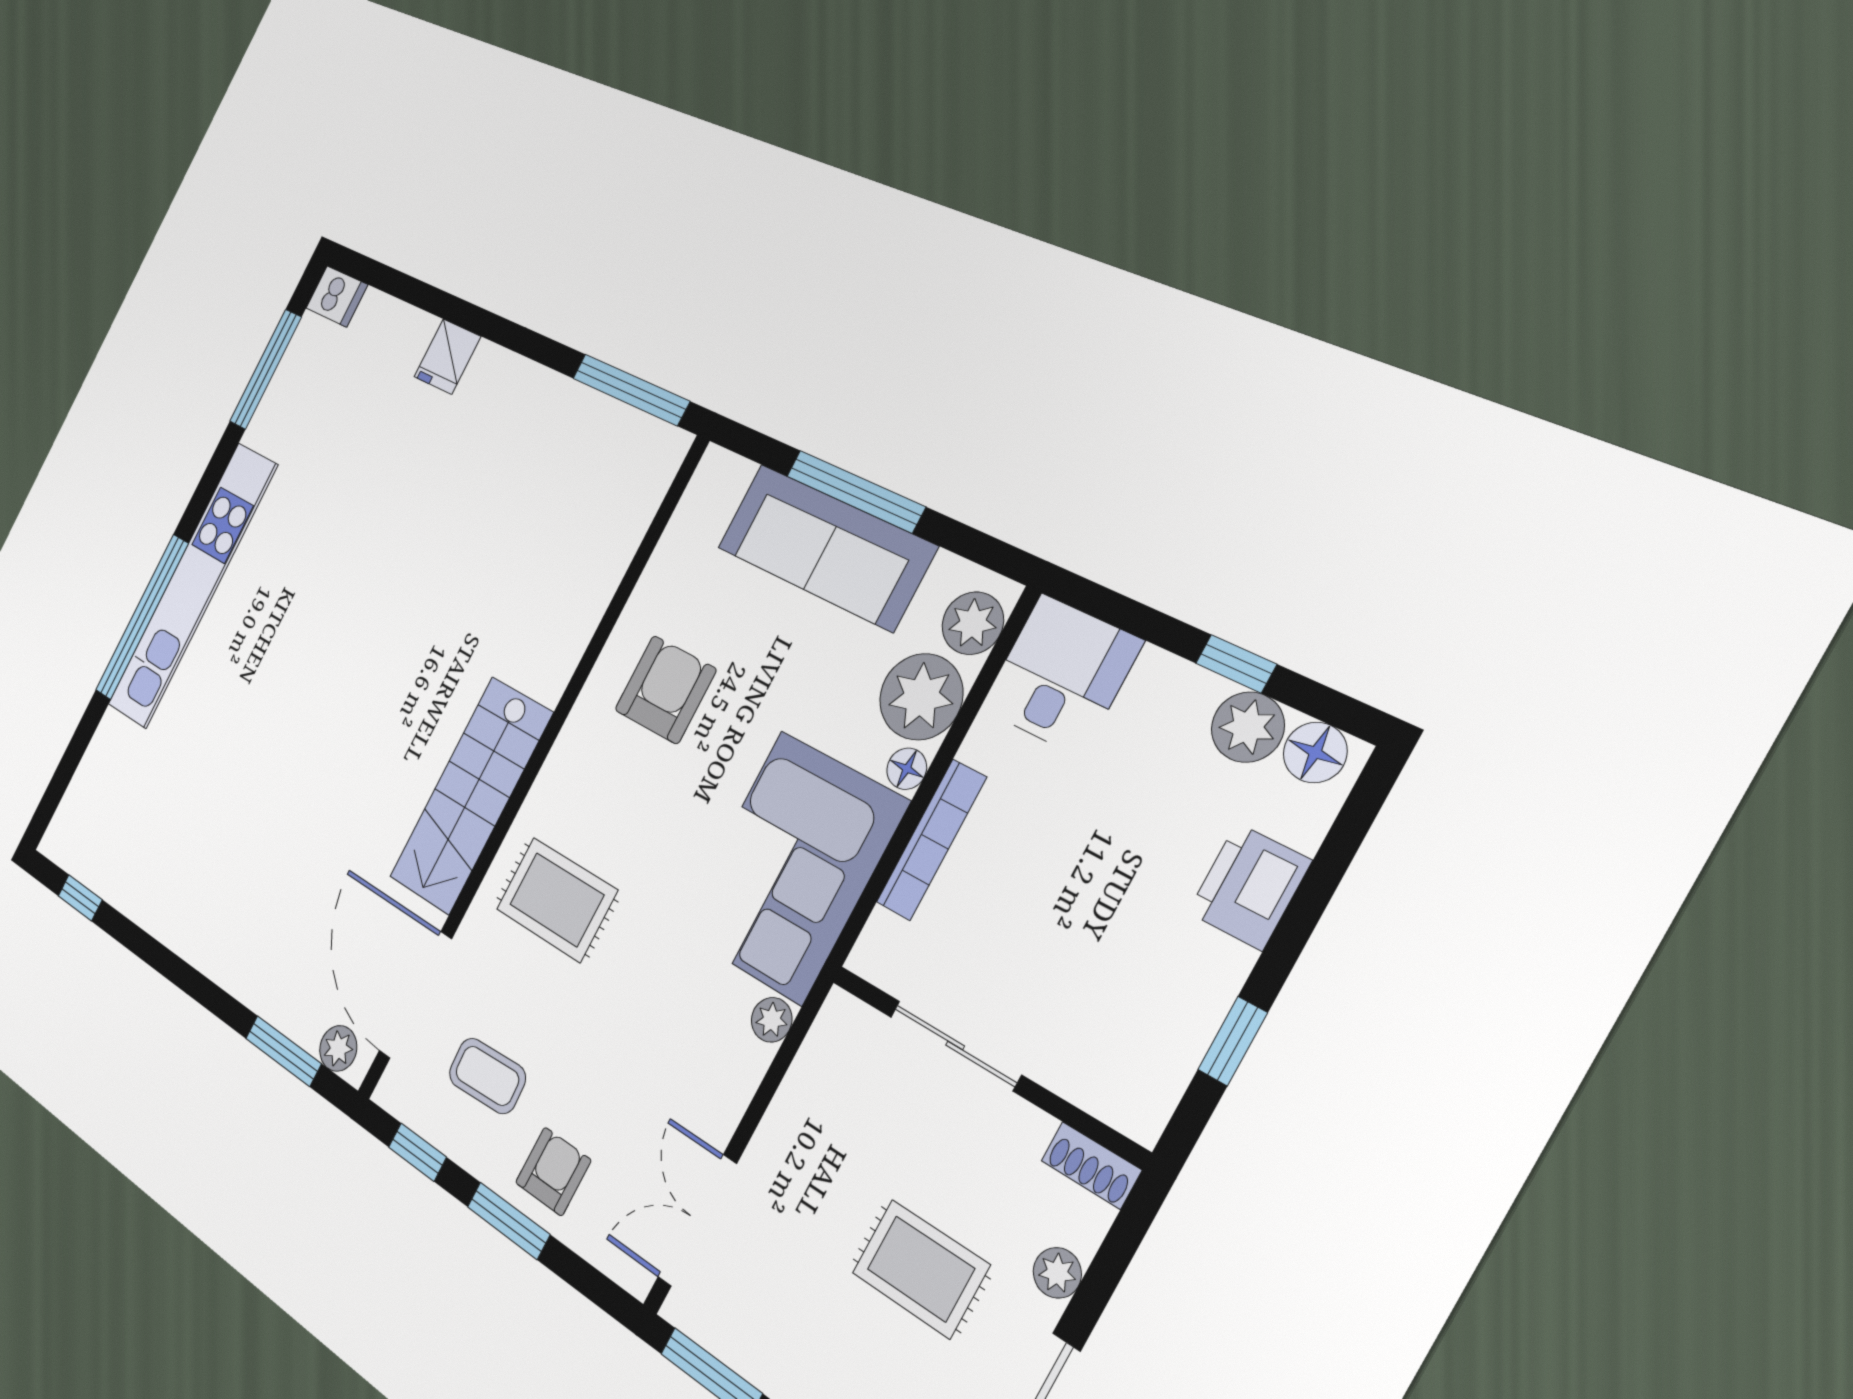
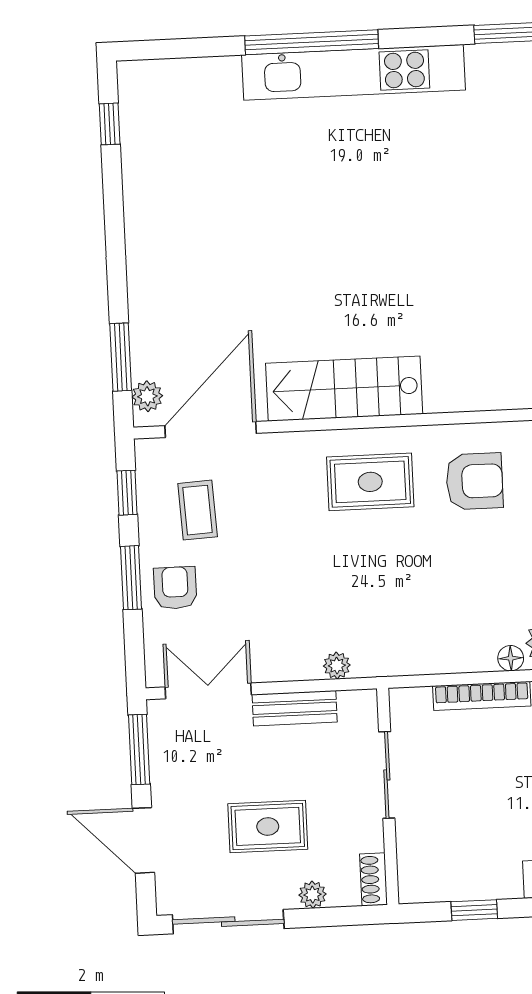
corner sofa: (792, 867) -> (422, 625), removed
rug: (557, 900) -> (370, 482), moved, turned 90
bench: (790, 1116) -> (295, 708), added
armchair: (553, 1171) -> (175, 588), turned -90
rug: (921, 1269) -> (268, 826), turned 90

